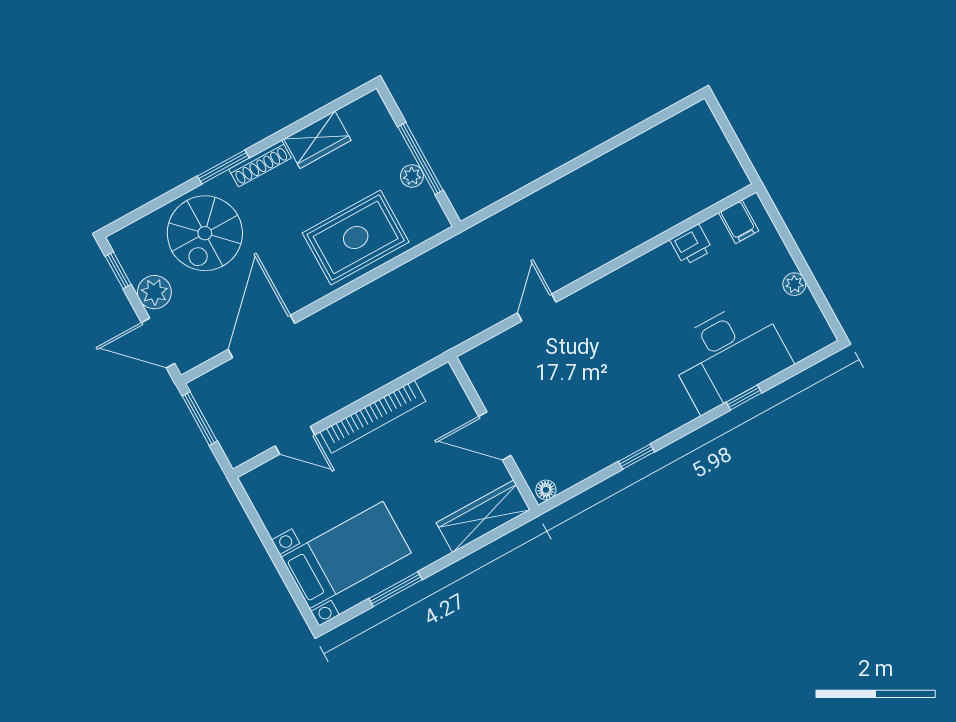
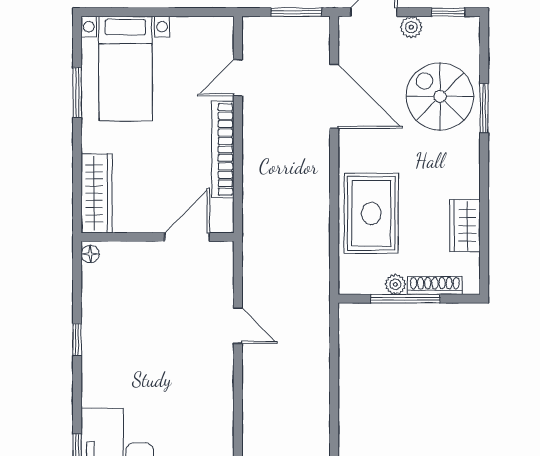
shoe rack: (260, 164) -> (435, 285), moved, turned 90
window: (223, 167) -> (484, 108), moved
plant: (154, 292) -> (411, 27), width x0.73, depth x0.73
door: (495, 436) -> (187, 237), moved

